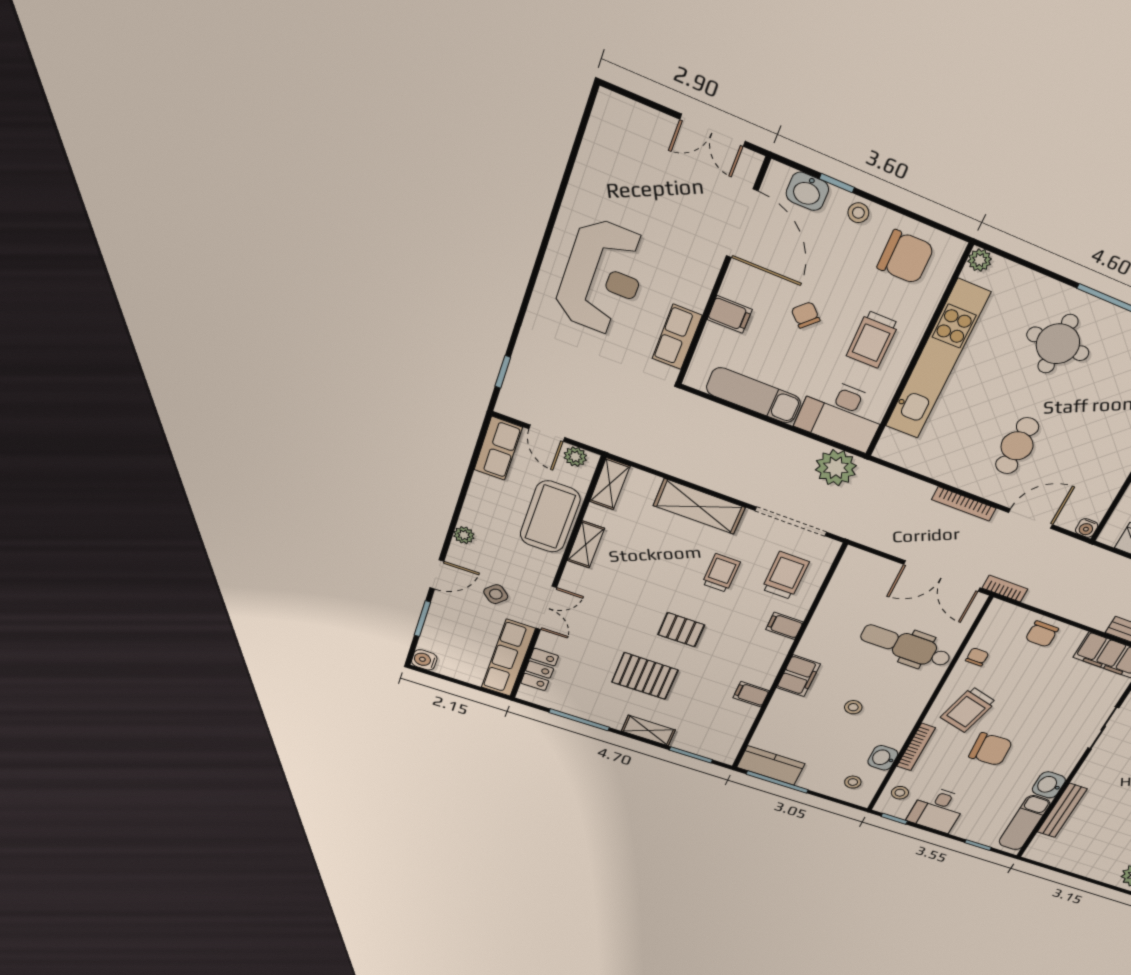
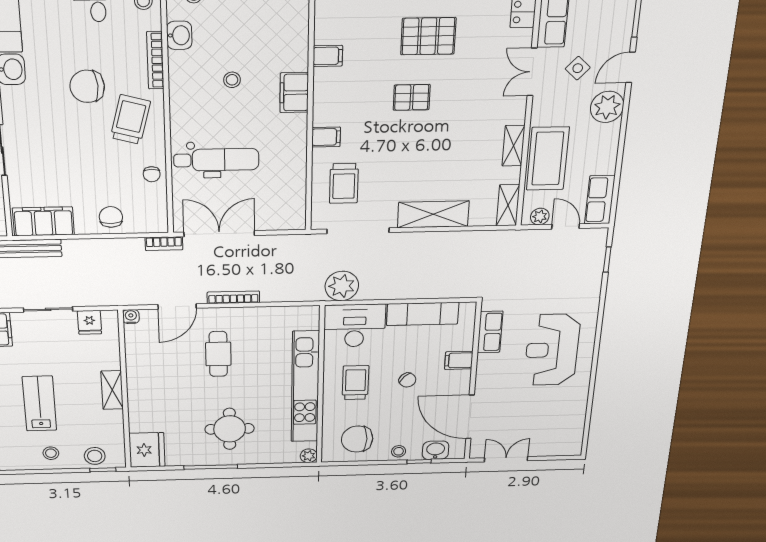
plant: (464, 535) -> (607, 107), width x1.88, depth x1.88
trolley: (721, 573) -> (397, 164), removed

